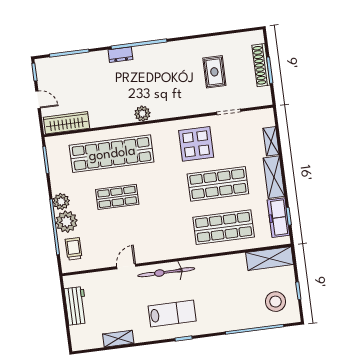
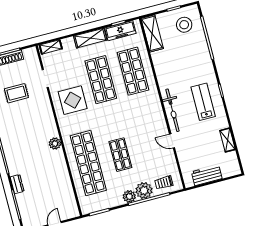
dresser: (120, 55) -> (17, 184), moved
wardrobe: (67, 123) -> (69, 200), removed
shelving: (271, 141) -> (51, 47), moved

